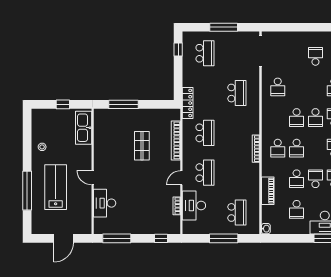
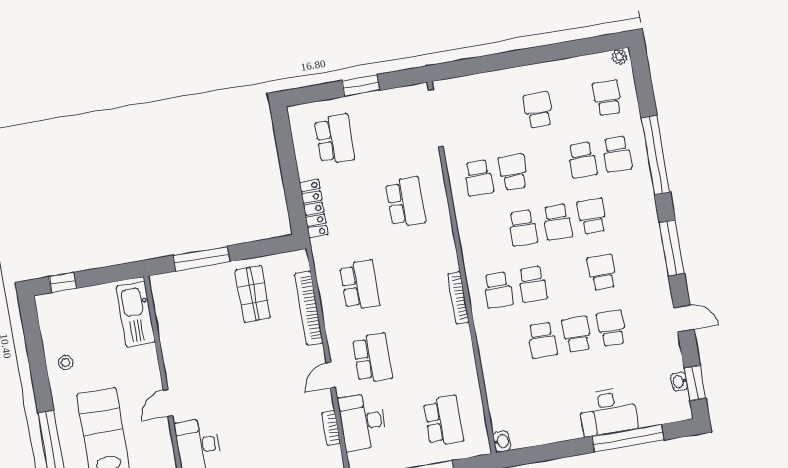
window: (224, 27) -> (360, 86), width x0.69
window: (178, 50) -> (284, 141), removed
locker: (188, 103) -> (314, 209), moved
window: (63, 104) -> (63, 283), moved
shop shelf: (142, 146) -> (253, 294), moved
door: (93, 178) -> (168, 403), hinge flipped
piano: (268, 191) -> (493, 371), removed
school desk: (297, 209) -> (513, 172), moved, turned 180

